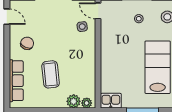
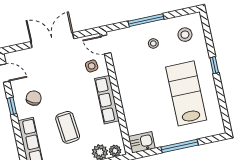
window: (7, 46) -> (12, 106), added
row of seats: (89, 58) -> (107, 100), added

